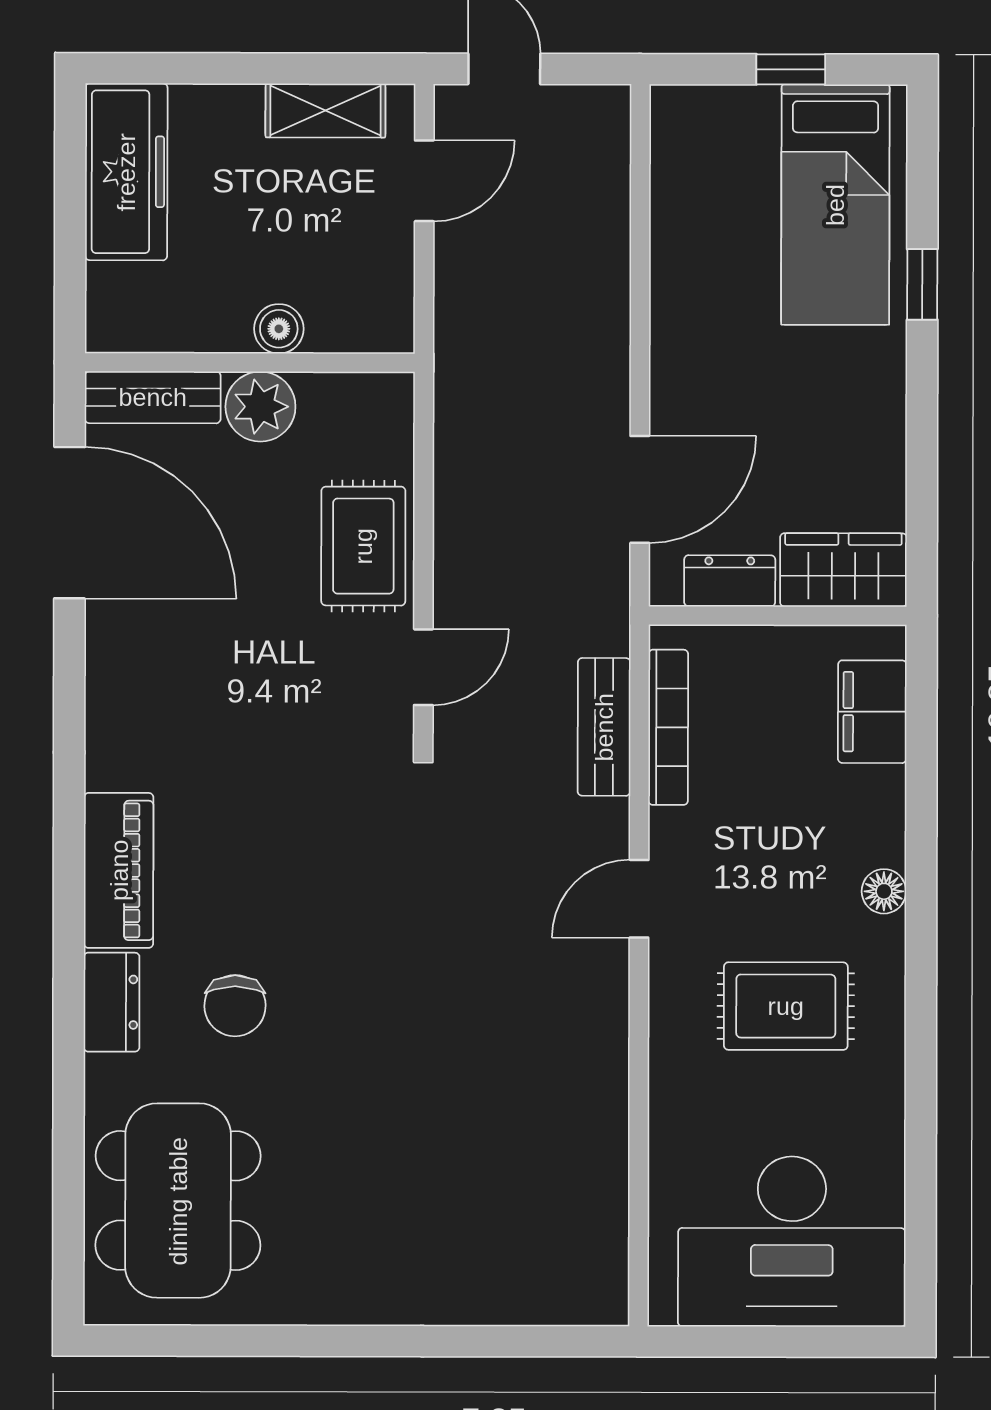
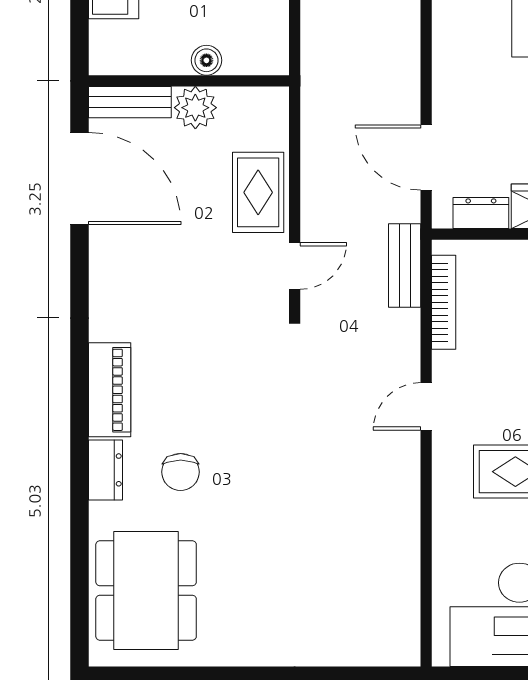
door: (640, 489) -> (426, 158), swing flipped
bench: (604, 727) -> (405, 266), moved

